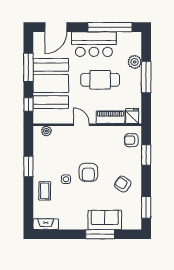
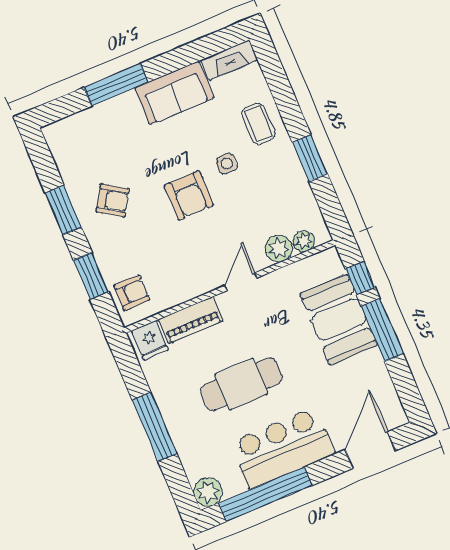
plant: (135, 62) -> (208, 492), moved
window: (28, 67) -> (382, 330), moved
booth: (51, 83) -> (339, 320), width x0.73, depth x0.70
door: (81, 125) -> (241, 282), swing flipped
plant: (59, 132) -> (279, 249), added
armchair: (88, 172) -> (189, 195), turned 180
window: (146, 207) -> (63, 210), moved
sofa: (105, 220) -> (174, 93), moved

